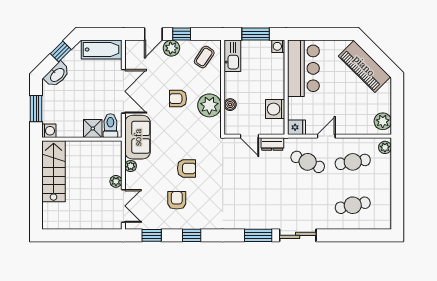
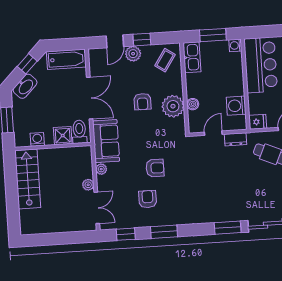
armchair: (178, 99) -> (143, 102), turned -90
washing machine: (49, 131) -> (37, 139), moved, turned -90
door: (250, 136) -> (213, 133), swing flipped
window: (192, 235) -> (164, 232), width x1.50

